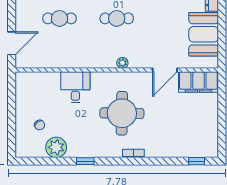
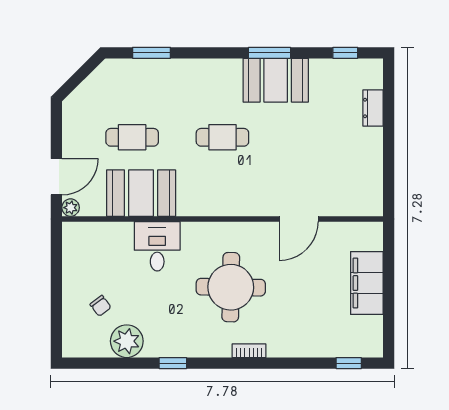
booth: (204, 34) -> (141, 193), moved, turned 90
plant: (122, 63) -> (71, 208), moved
filing cabinet: (198, 82) -> (367, 283), moved, turned 90

